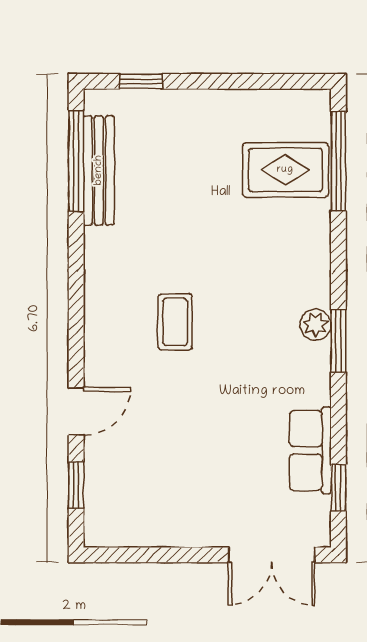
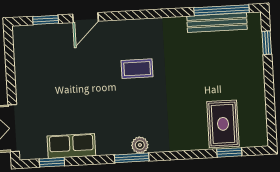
window: (338, 161) -> (229, 152), width x0.46
door: (76, 411) -> (86, 18), hinge flipped

